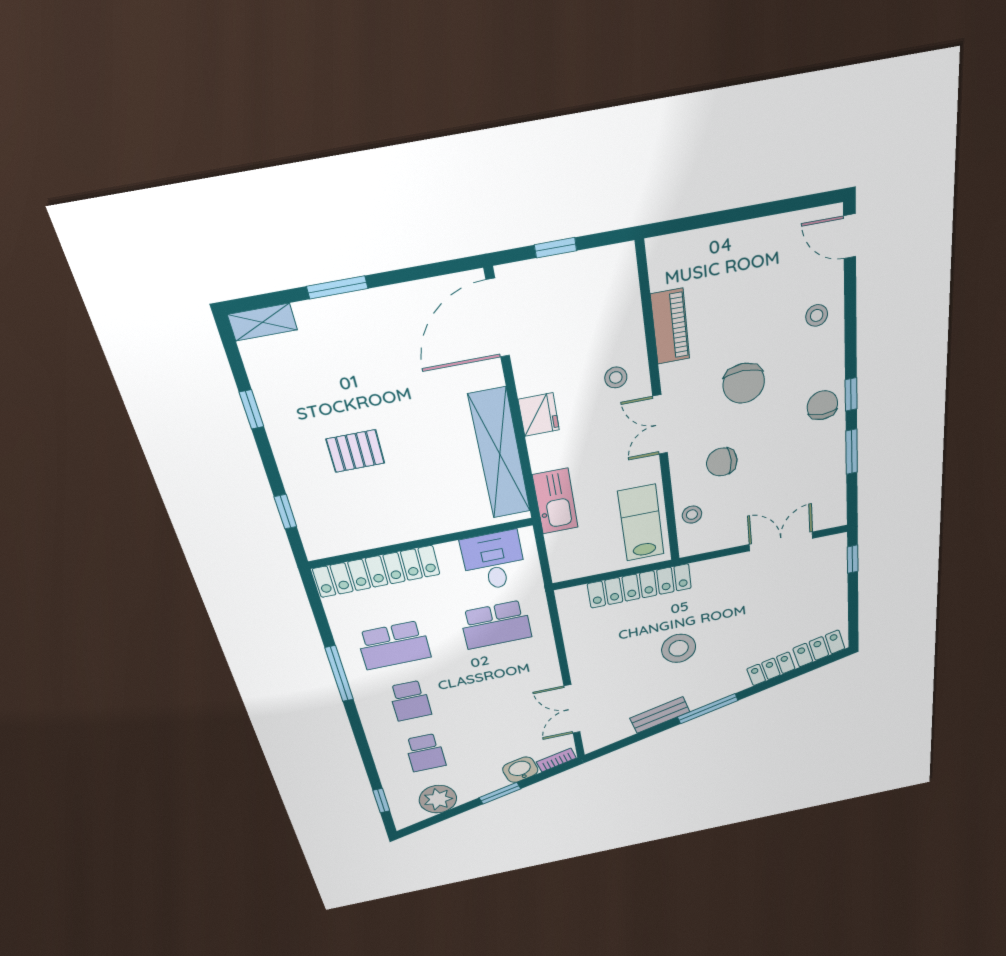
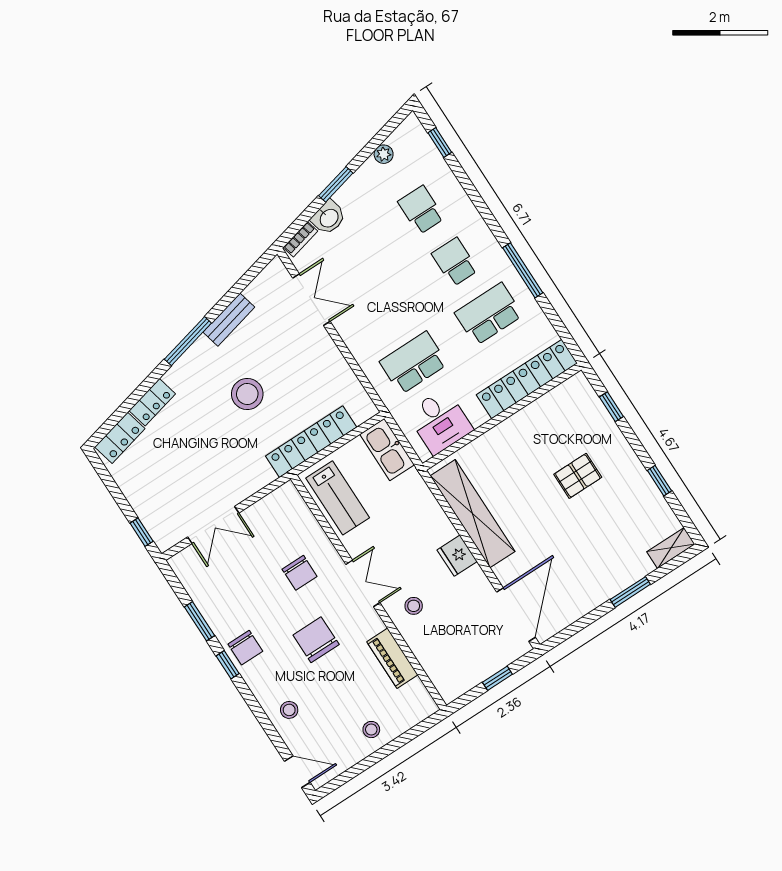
chair: (722, 462) -> (300, 573), turned 90
kitchen sink: (555, 501) -> (387, 450), moved
stool: (692, 515) -> (371, 730), moved
plant: (438, 799) -> (384, 154), width x0.53, depth x0.53

